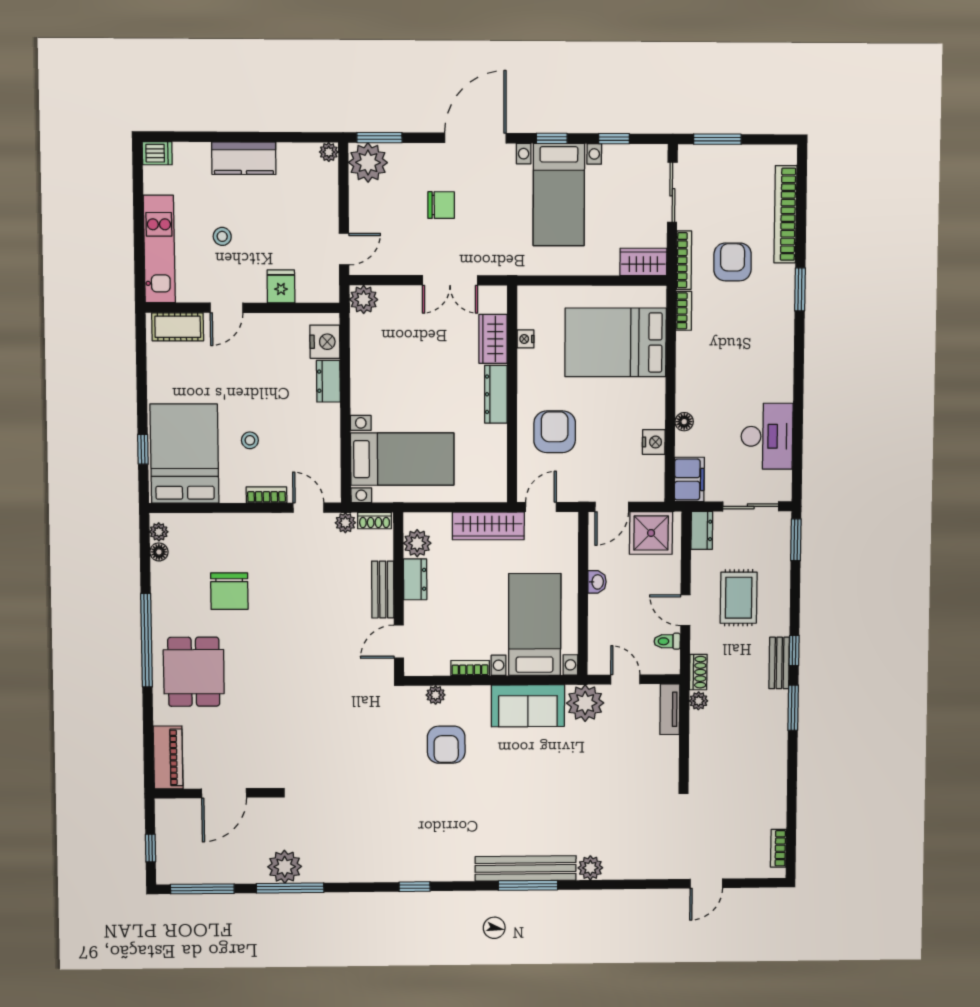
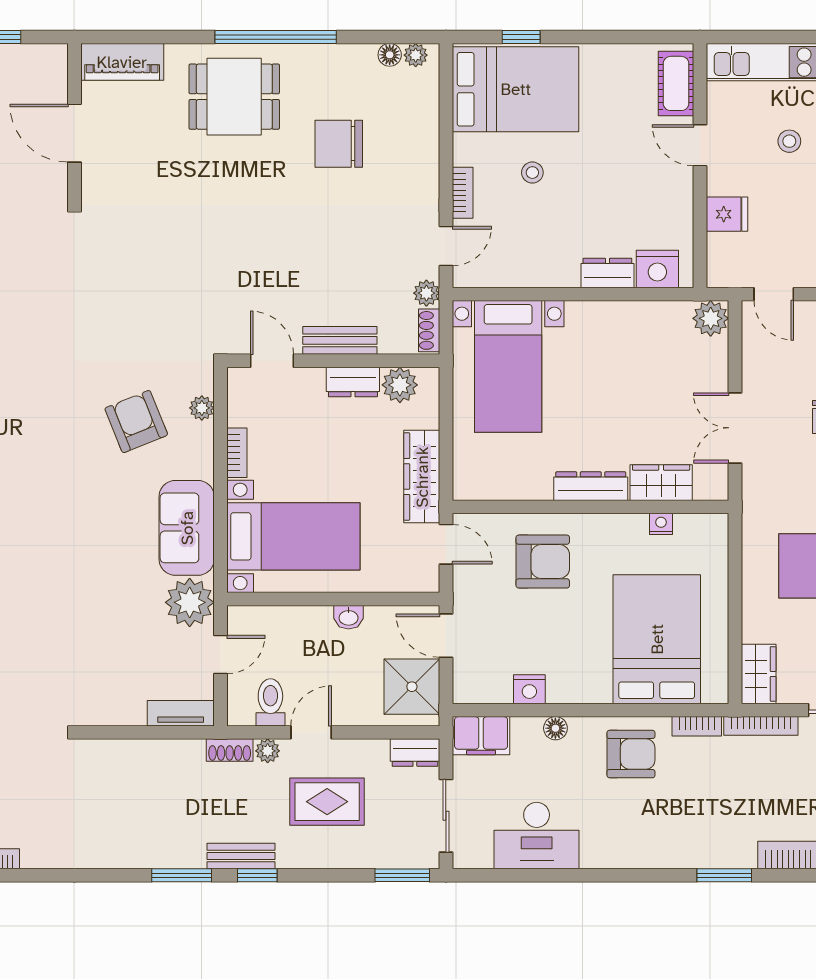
armchair: (732, 262) -> (631, 754), moved
toilet: (667, 641) -> (270, 702), width x1.37, depth x1.39
plant: (699, 701) -> (268, 751), moved
armchair: (446, 745) -> (136, 422), turned 68

